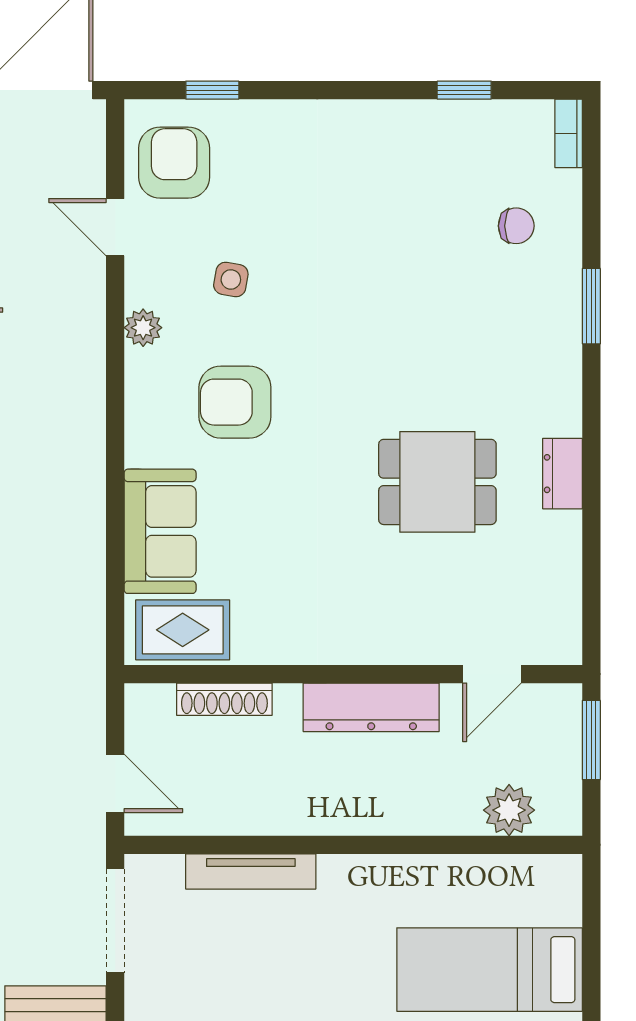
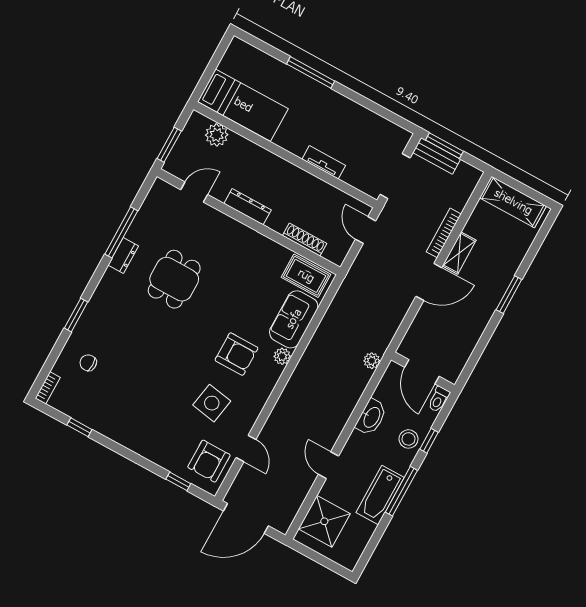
side table: (231, 279) -> (212, 403), width x1.87, depth x1.87
plant: (143, 328) -> (282, 356), moved
dining table: (437, 482) -> (174, 279), turned 90
window: (591, 517) -> (121, 232), added
dresser: (371, 707) -> (248, 207), width x0.73, depth x0.80
tv unit: (251, 871) -> (324, 162), width x0.71
bed: (490, 970) -> (243, 105), moved

